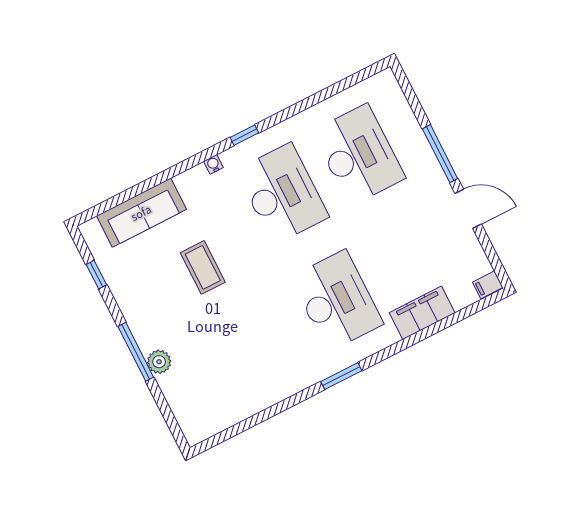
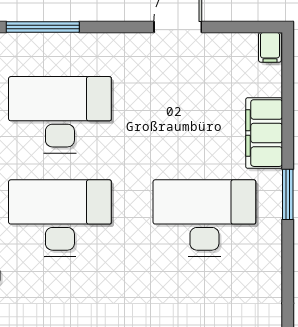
window: (440, 154) -> (43, 27), moved
window: (341, 376) -> (288, 194), moved

